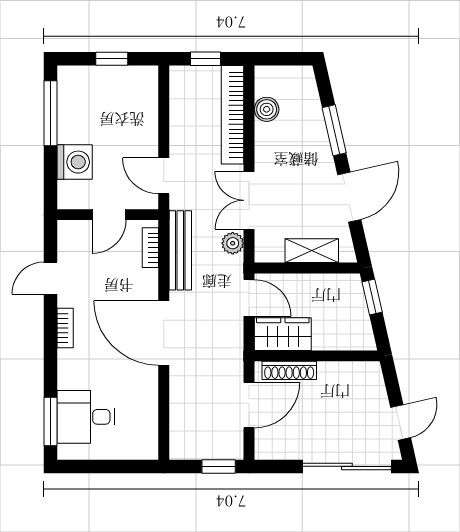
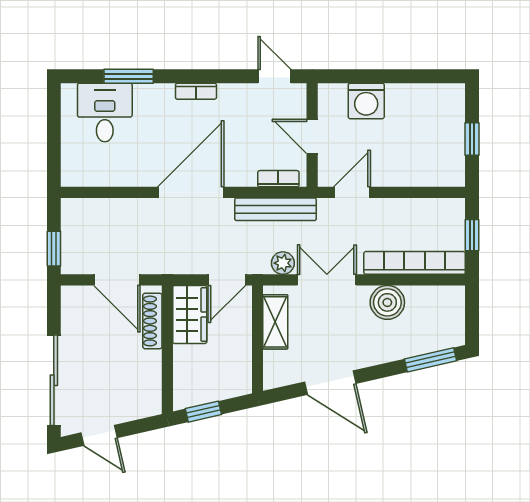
boiler: (267, 109) -> (387, 302), moved, width x1.36, depth x1.36
window: (51, 113) -> (416, 76), removed
window: (334, 130) -> (431, 360), moved
shelving: (312, 251) -> (275, 322), moved
door: (51, 278) -> (274, 76), moved
window: (372, 297) -> (203, 412), moved
window: (51, 422) -> (129, 76), moved

